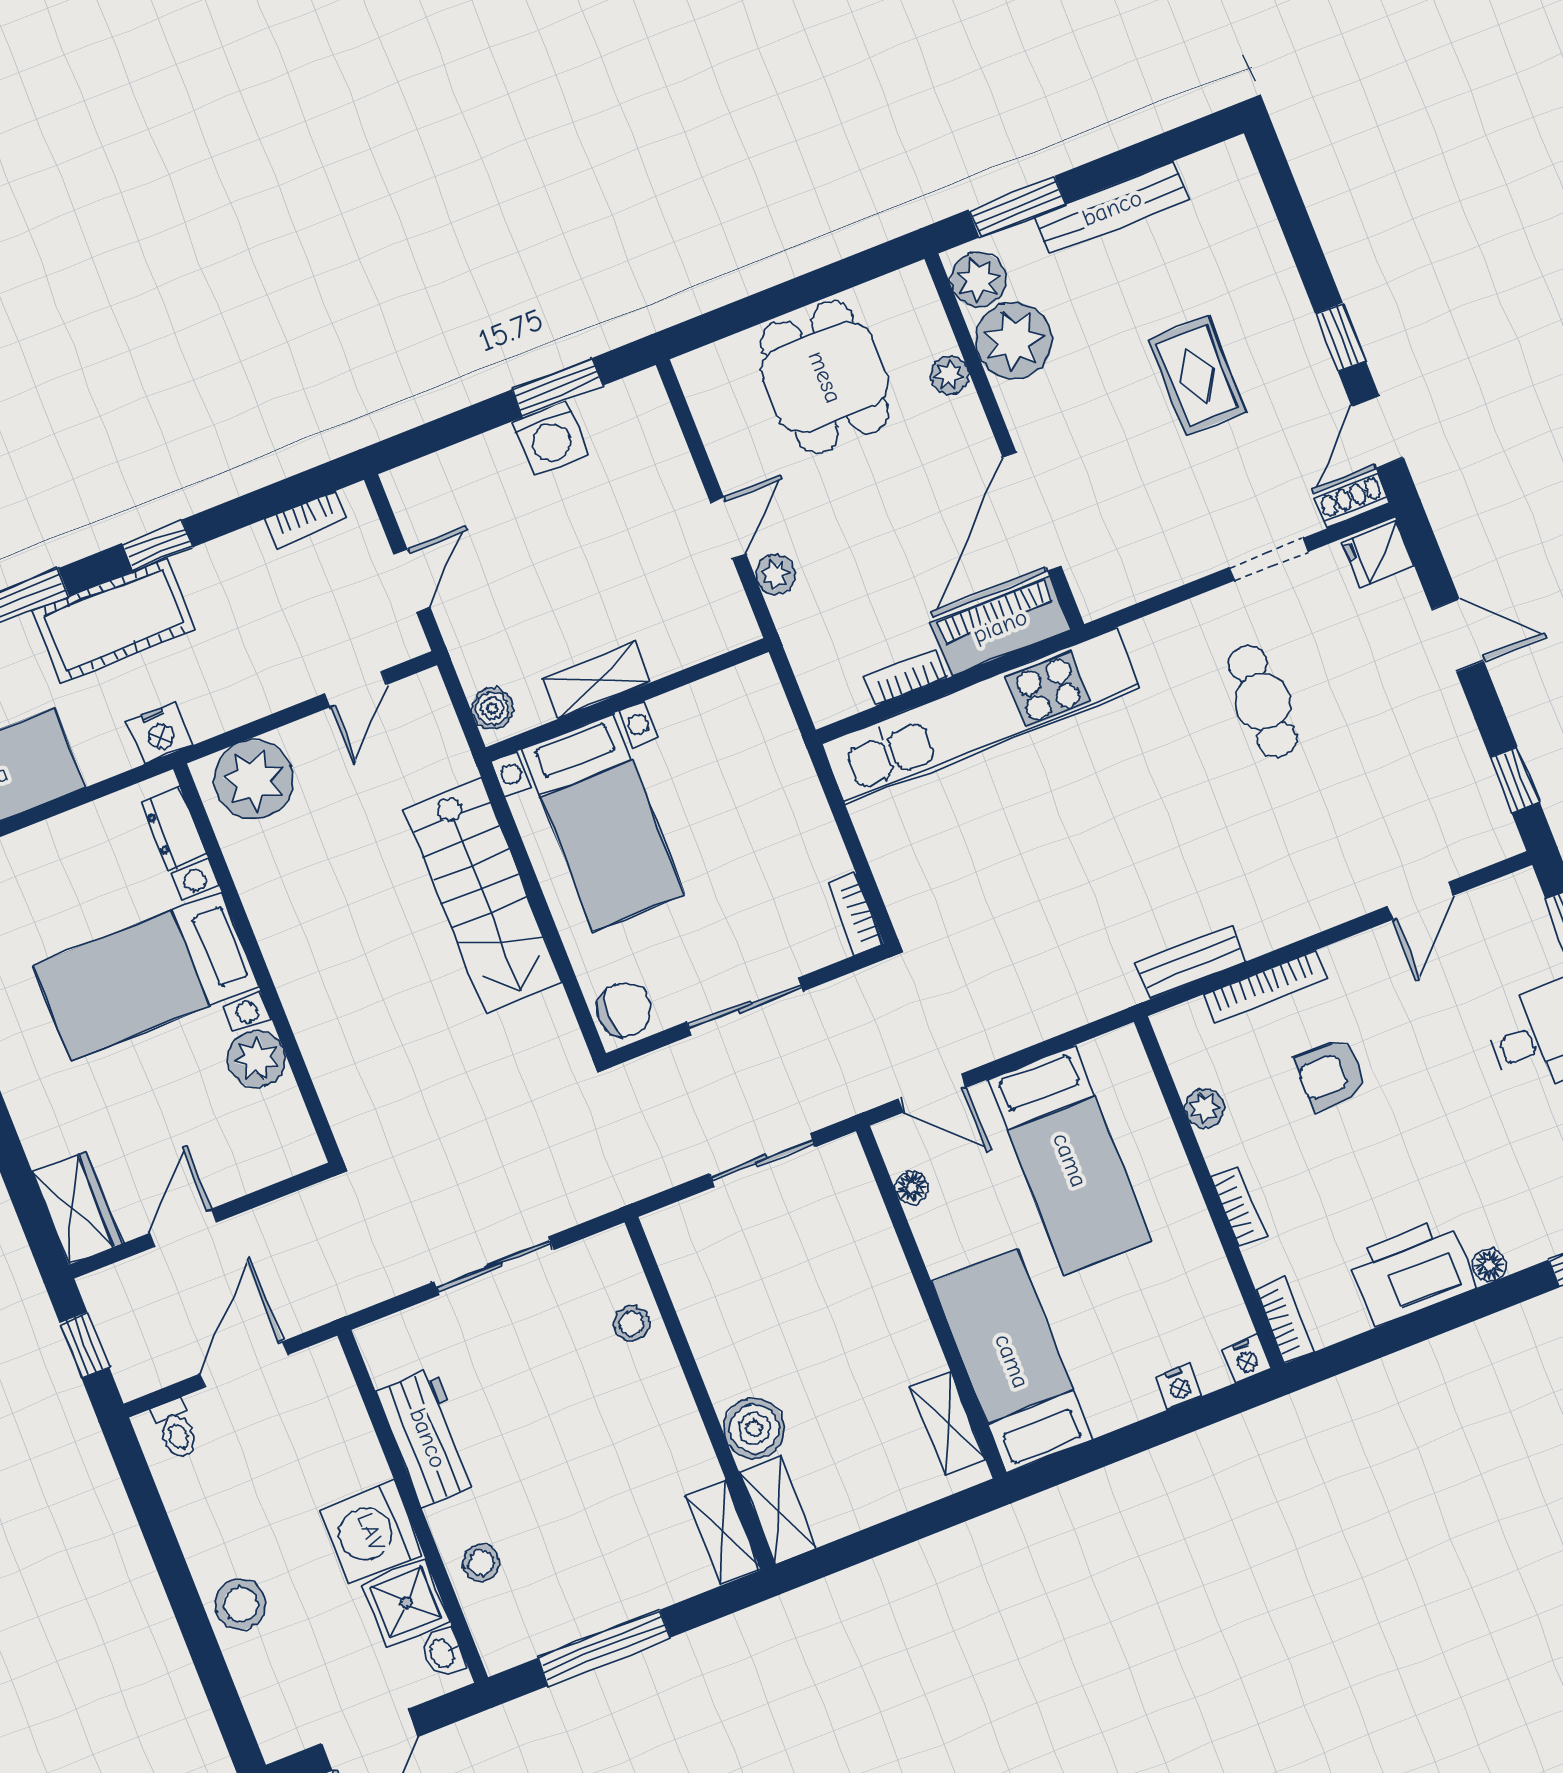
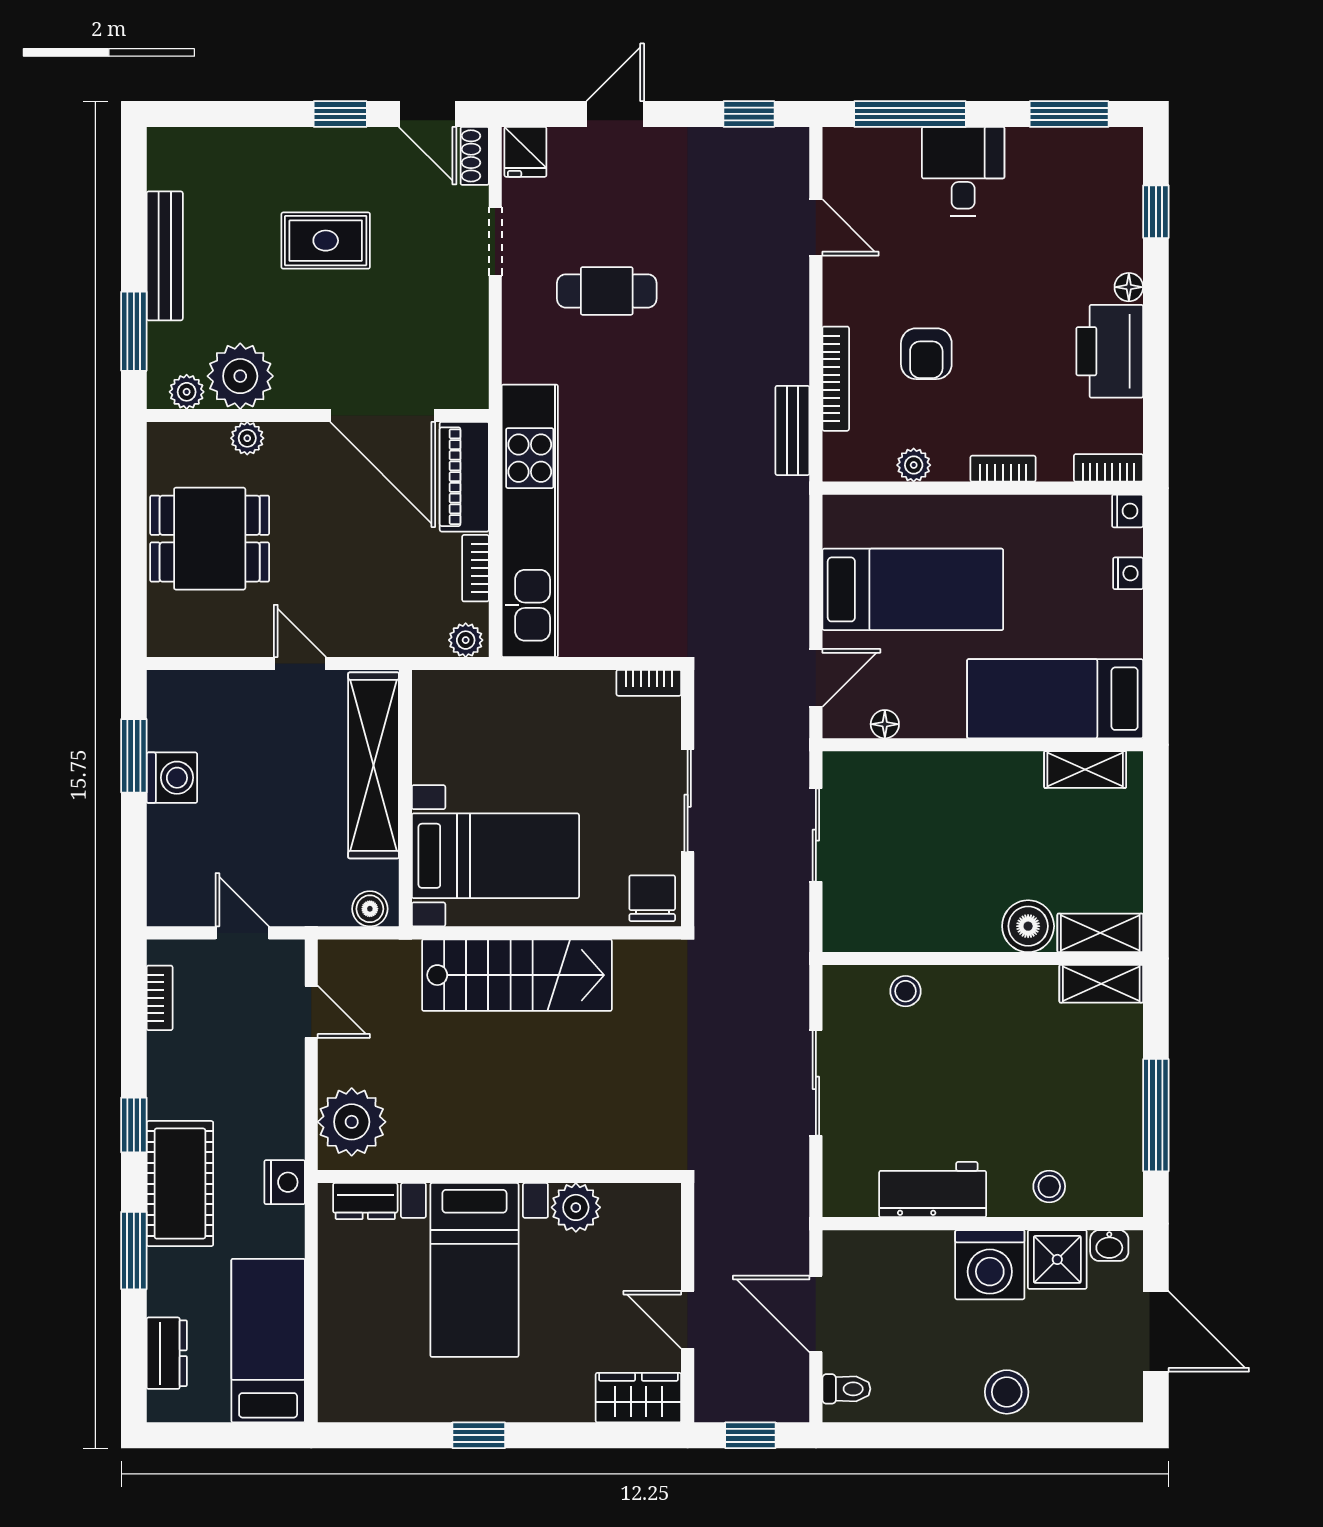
plant: (978, 280) -> (187, 392), width x0.73, depth x0.73
plant: (776, 574) -> (466, 640), moved
shelving: (597, 680) -> (374, 765), width x2.20, depth x1.33

